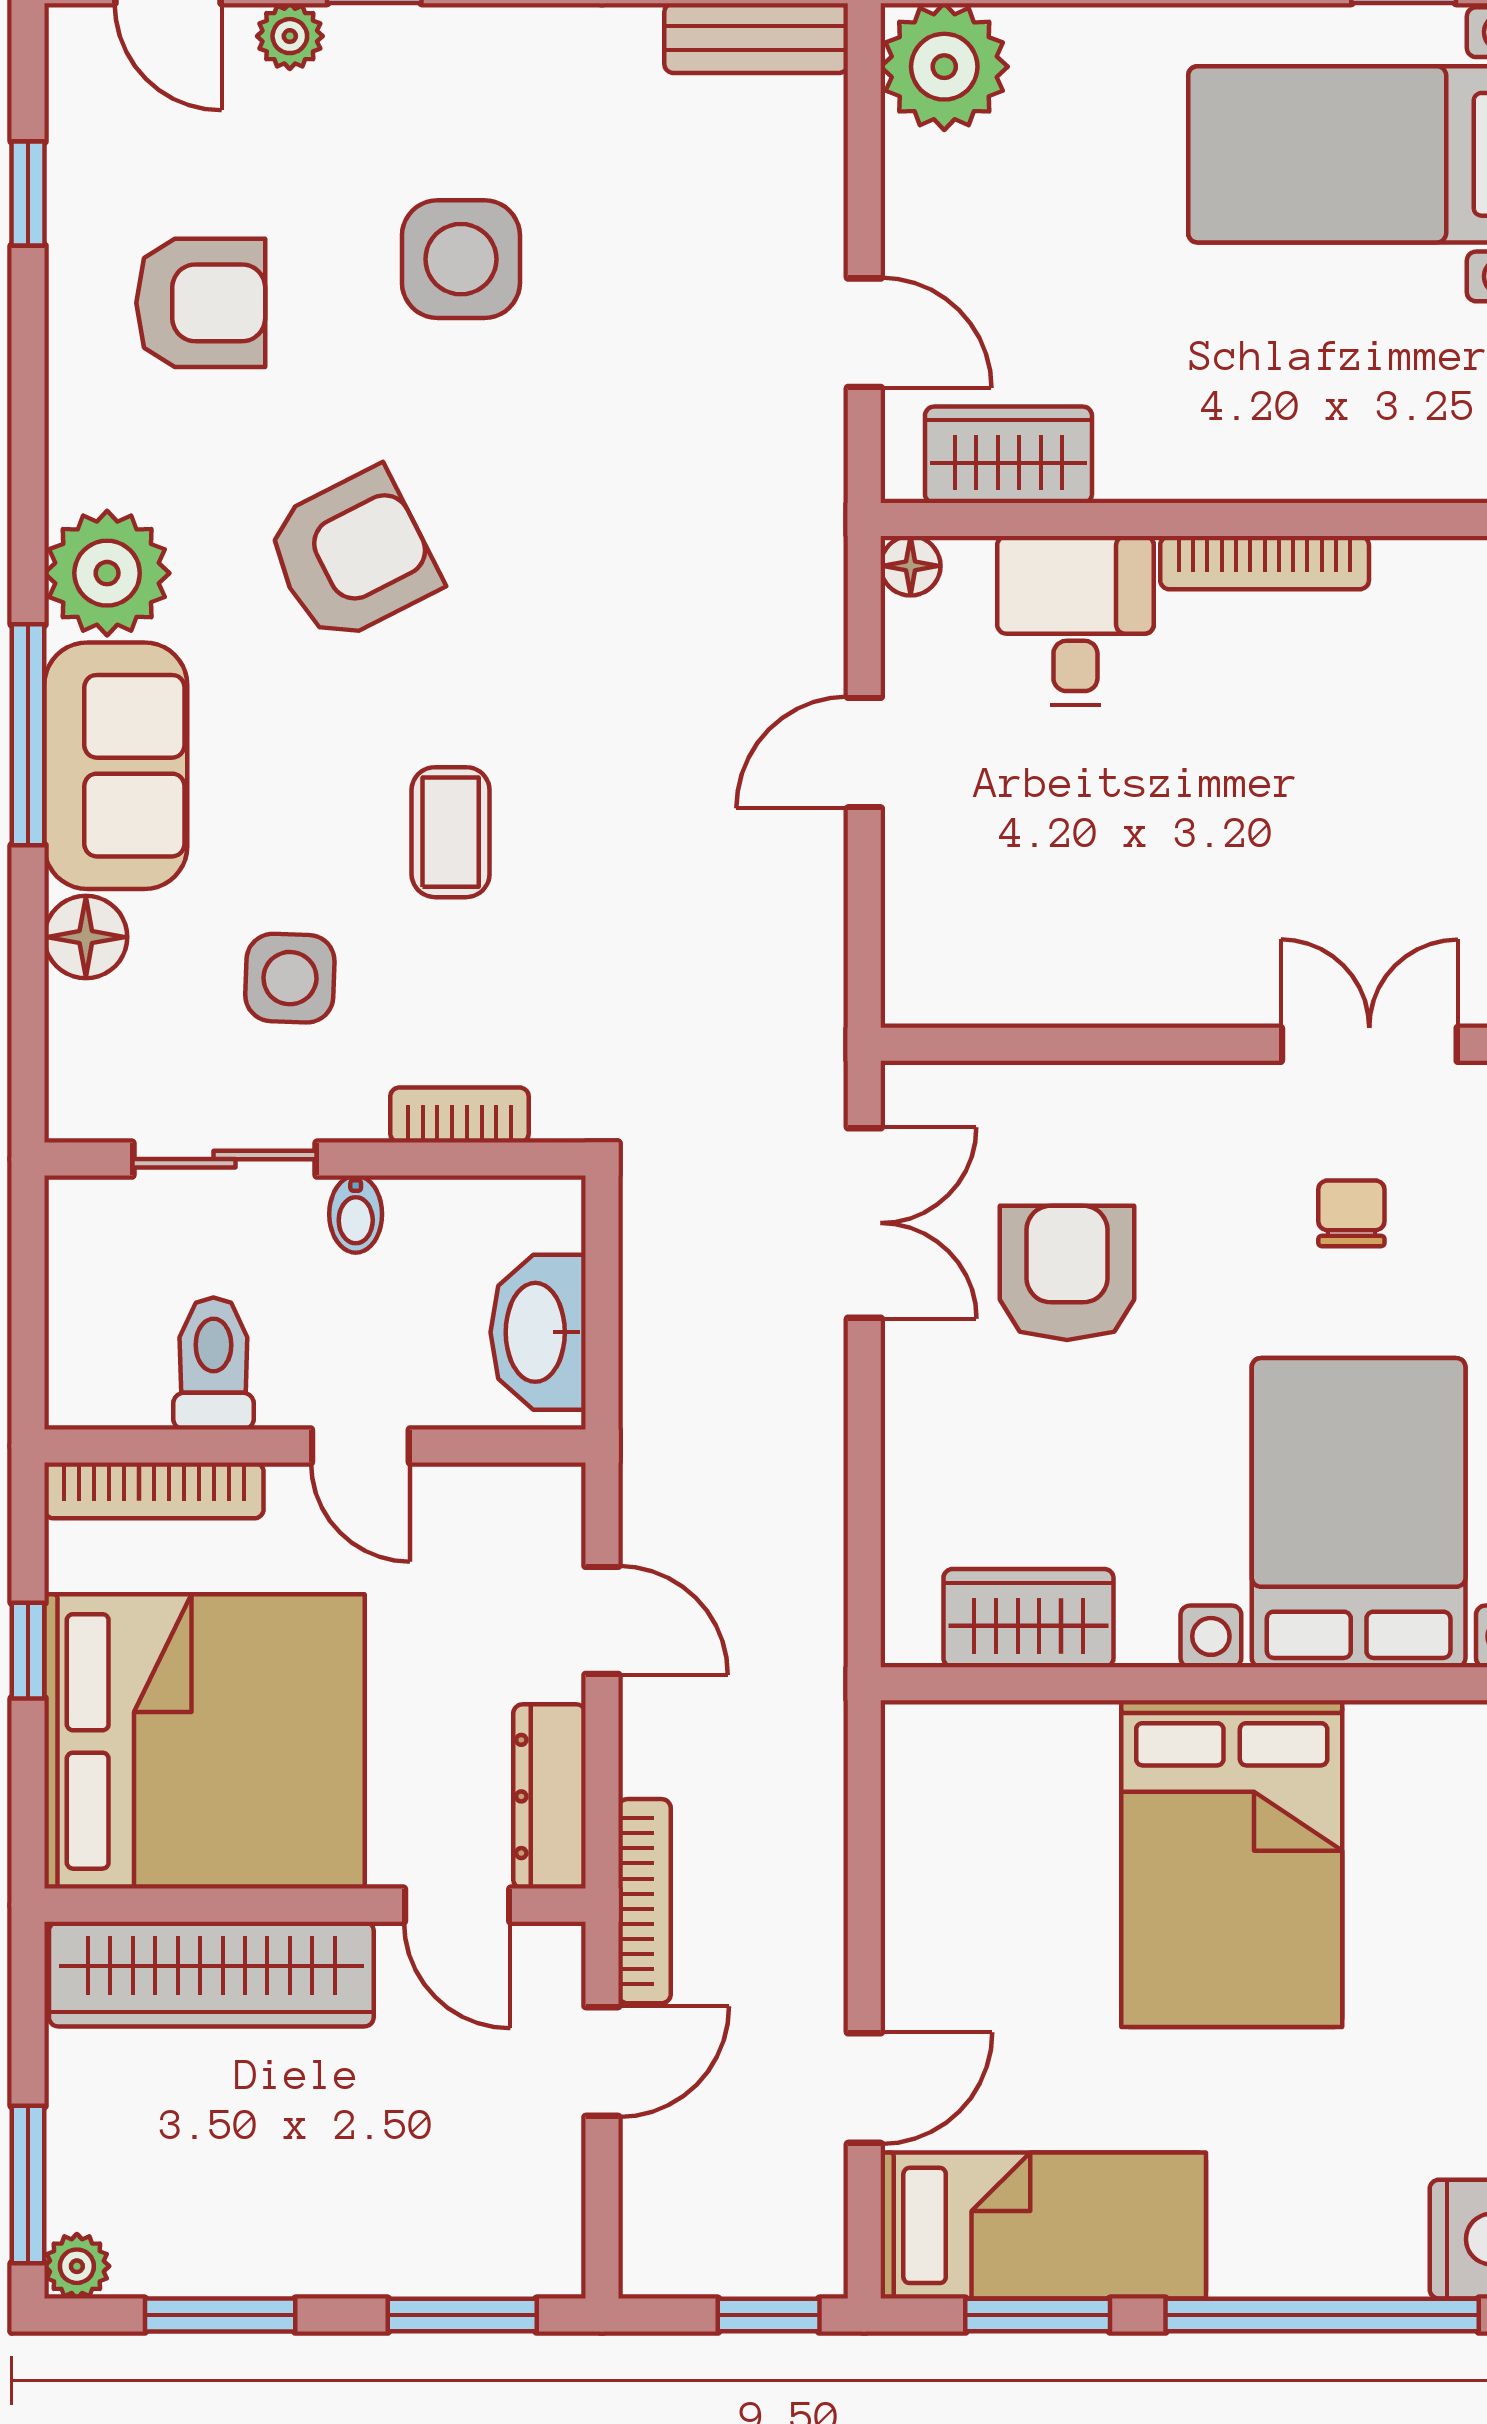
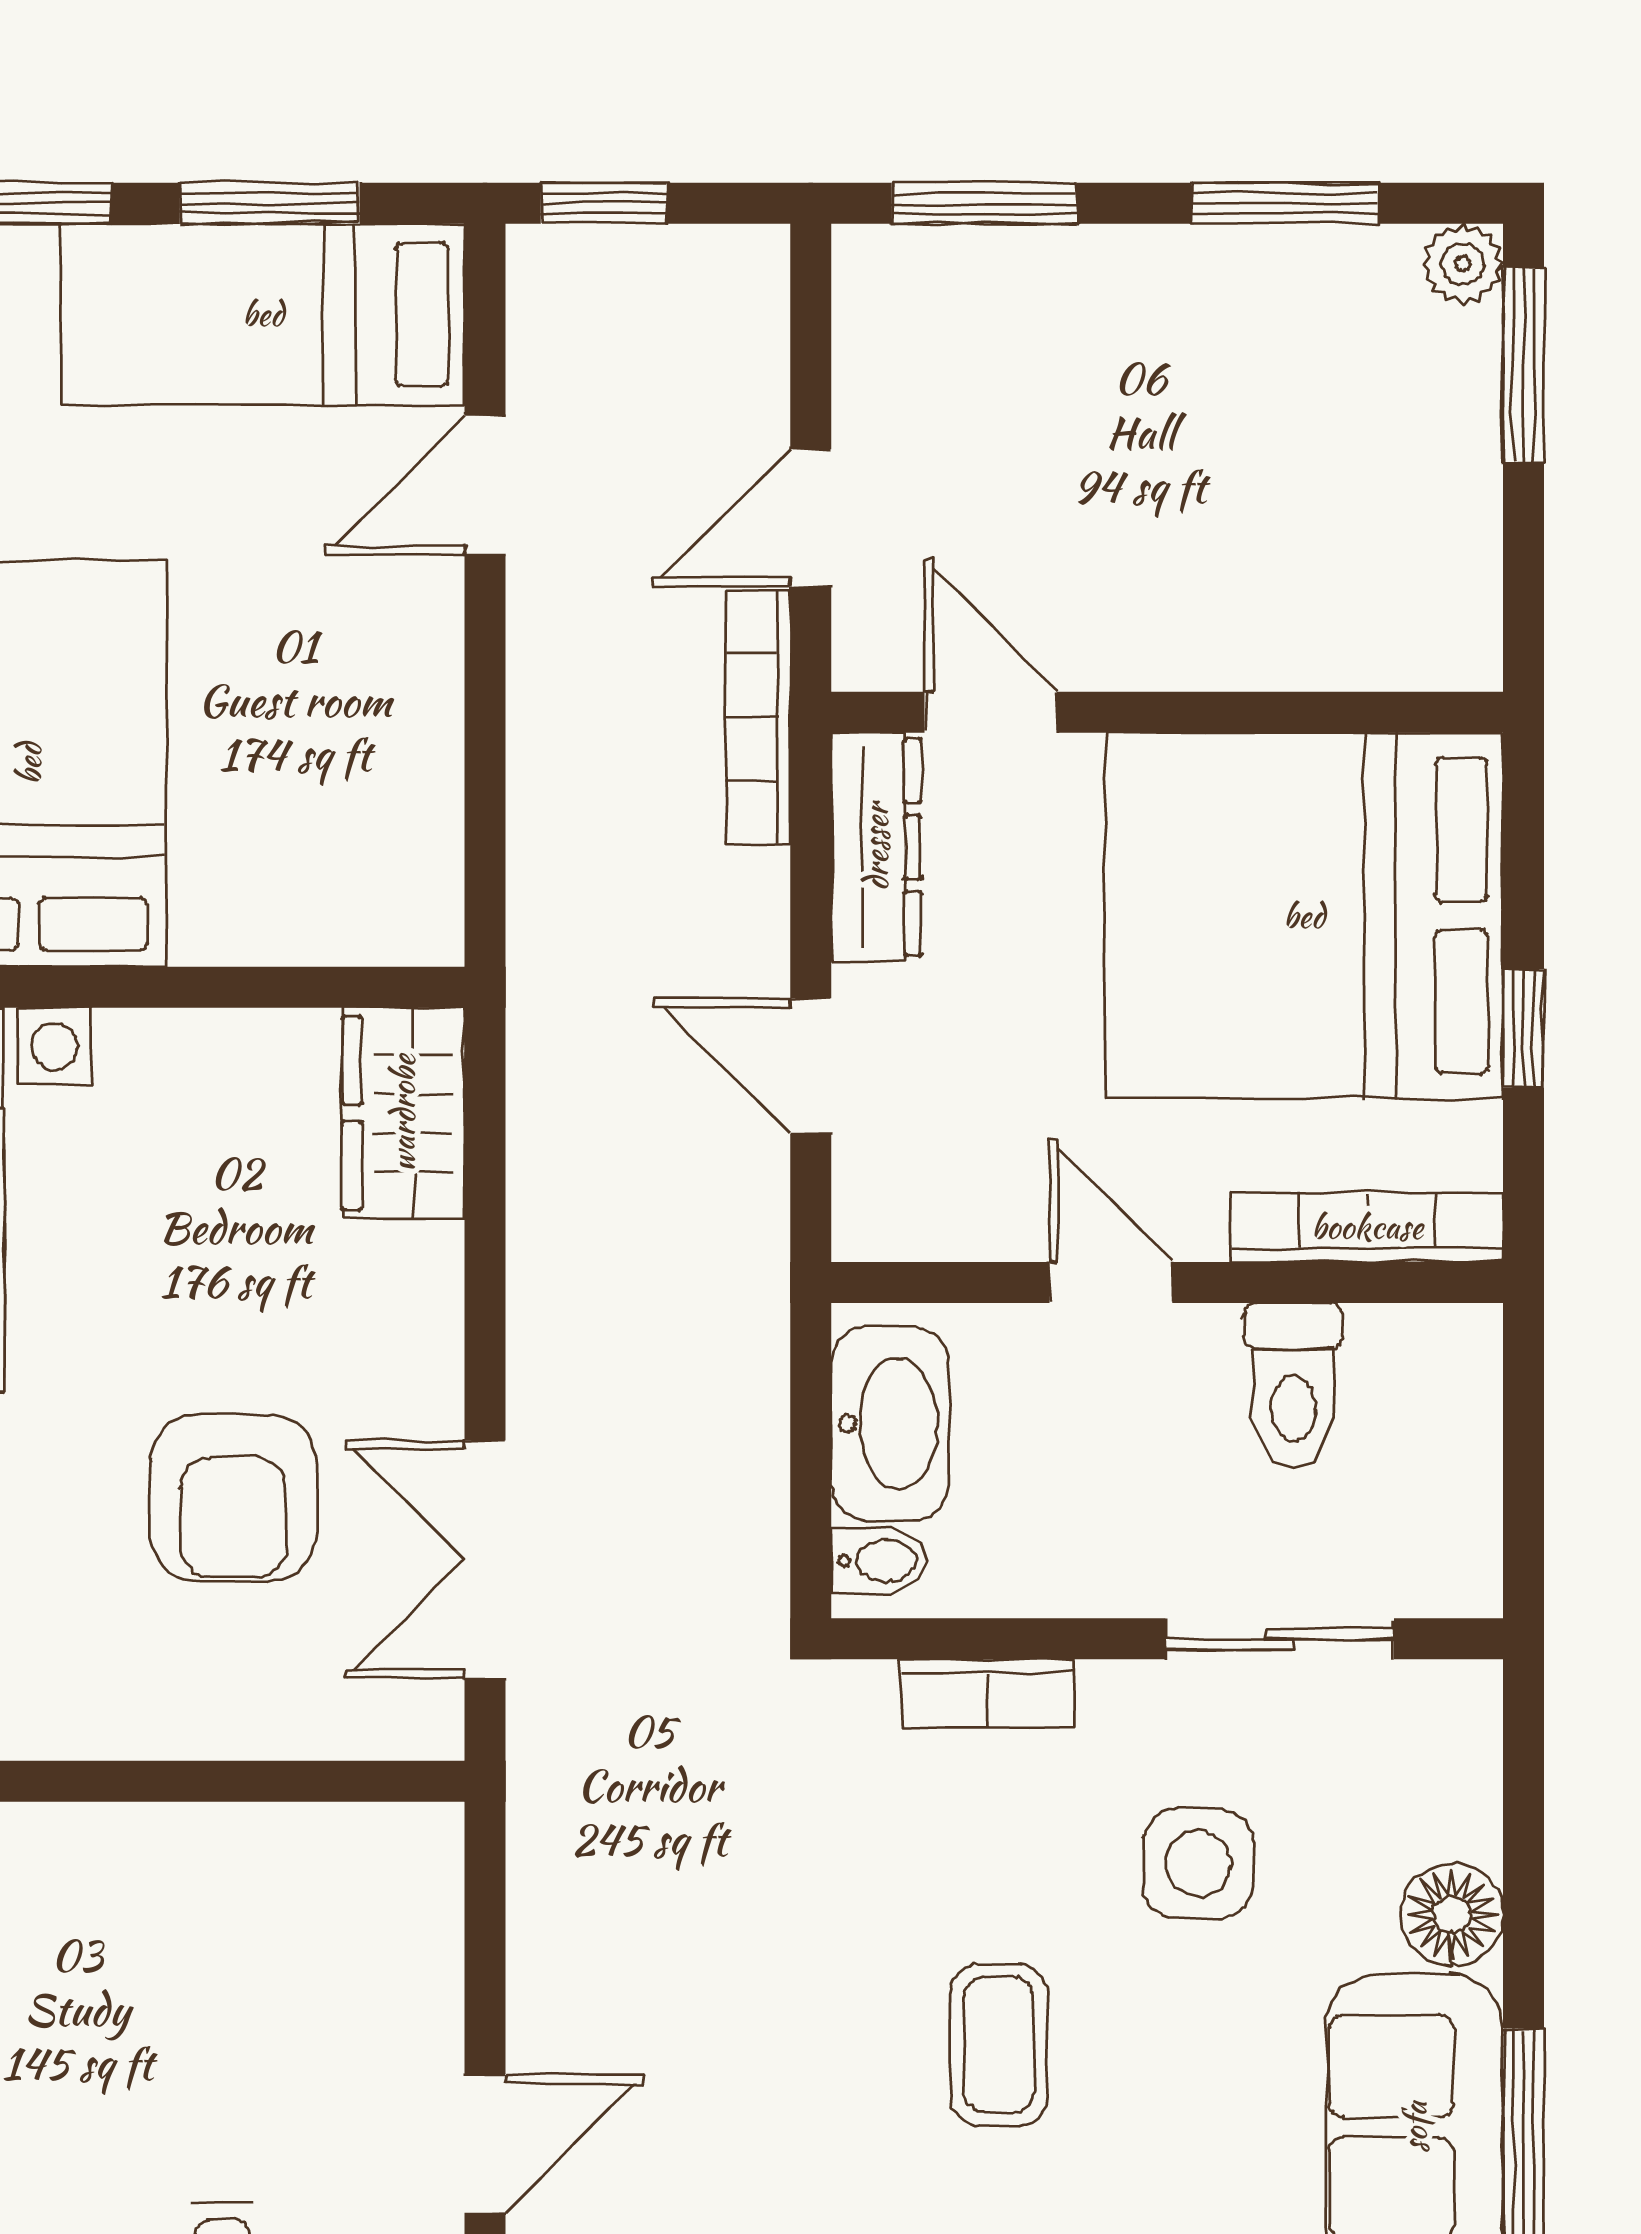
bidet: (356, 1214) -> (879, 1561), moved, turned 90
wardrobe: (1028, 1618) -> (403, 1113), moved, turned 90
wardrobe: (211, 1974) -> (1296, 627), removed

